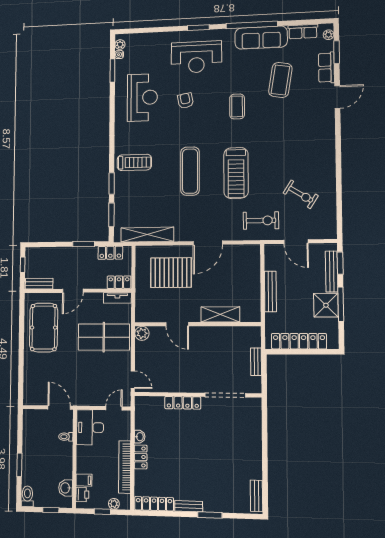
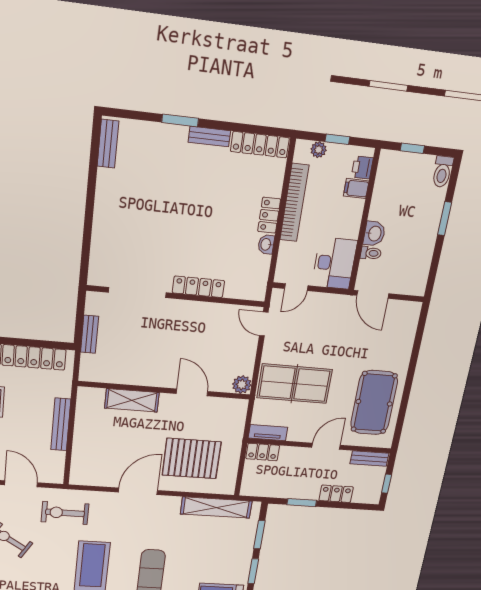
locker: (110, 253) -> (336, 494), moved
washbasin: (66, 488) -> (374, 234), moved

